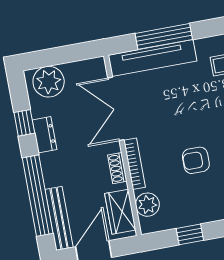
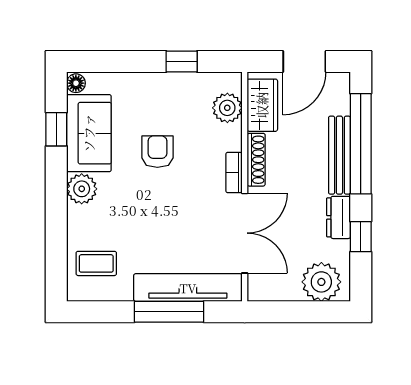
armchair: (196, 160) -> (157, 152), turned -90
bookcase: (134, 164) -> (234, 173), width x0.64
shoe rack: (117, 168) -> (256, 160), width x1.43
bench: (59, 218) -> (339, 155), moved

